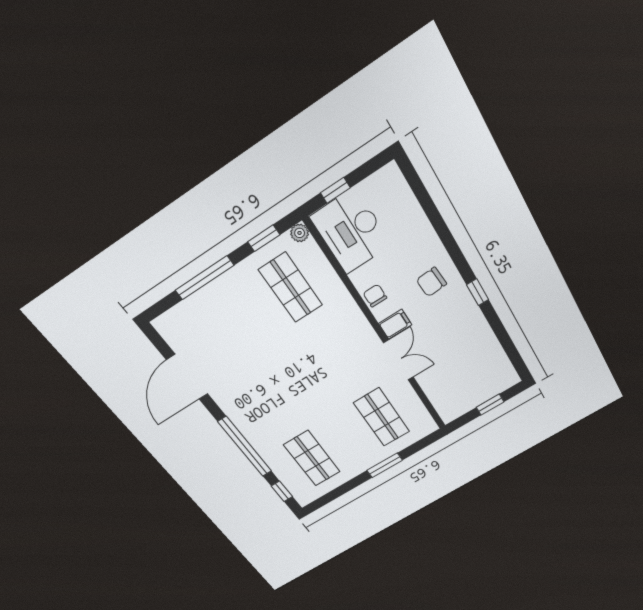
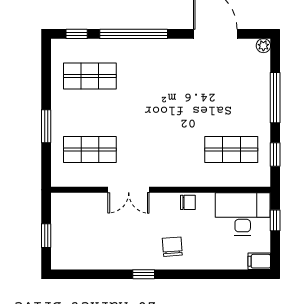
plant: (300, 233) -> (263, 46), moved
filing cabinet: (395, 324) -> (259, 261), moved, turned 90

